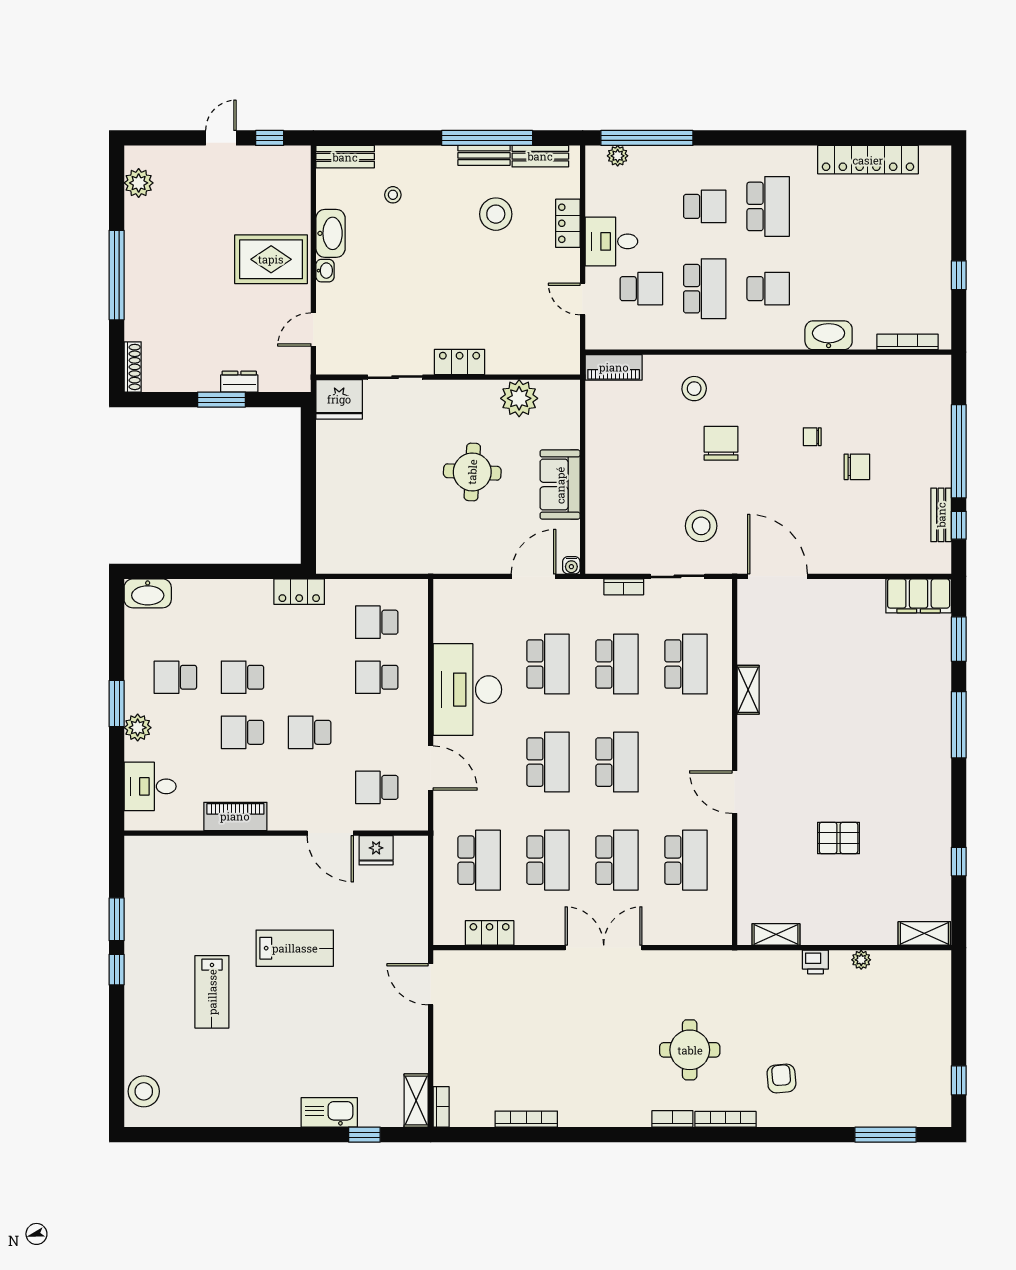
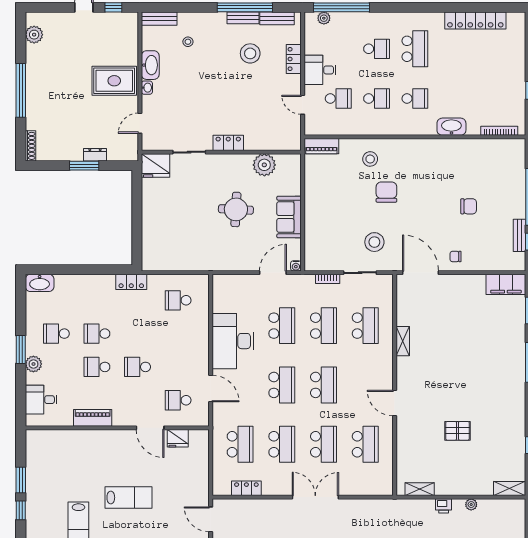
school desk: (705, 289) -> (377, 99), width x0.54
chair: (812, 437) -> (456, 256), moved
school desk: (377, 677) -> (178, 334), removed

